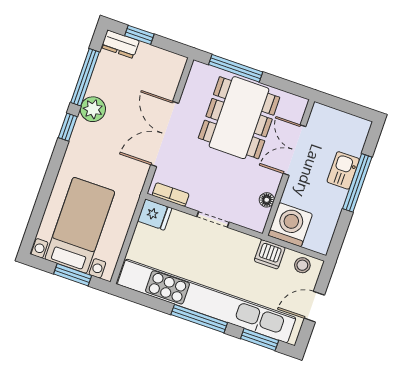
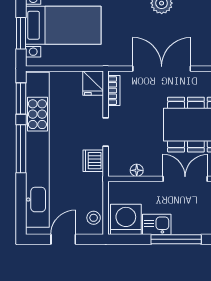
kitchen sink: (343, 170) -> (157, 224), moved
washing machine: (290, 225) -> (126, 219), moved, turned -90
dishwasher: (270, 254) -> (93, 161), moved
door: (314, 307) -> (63, 239), hinge flipped
window: (260, 339) -> (21, 99), moved

